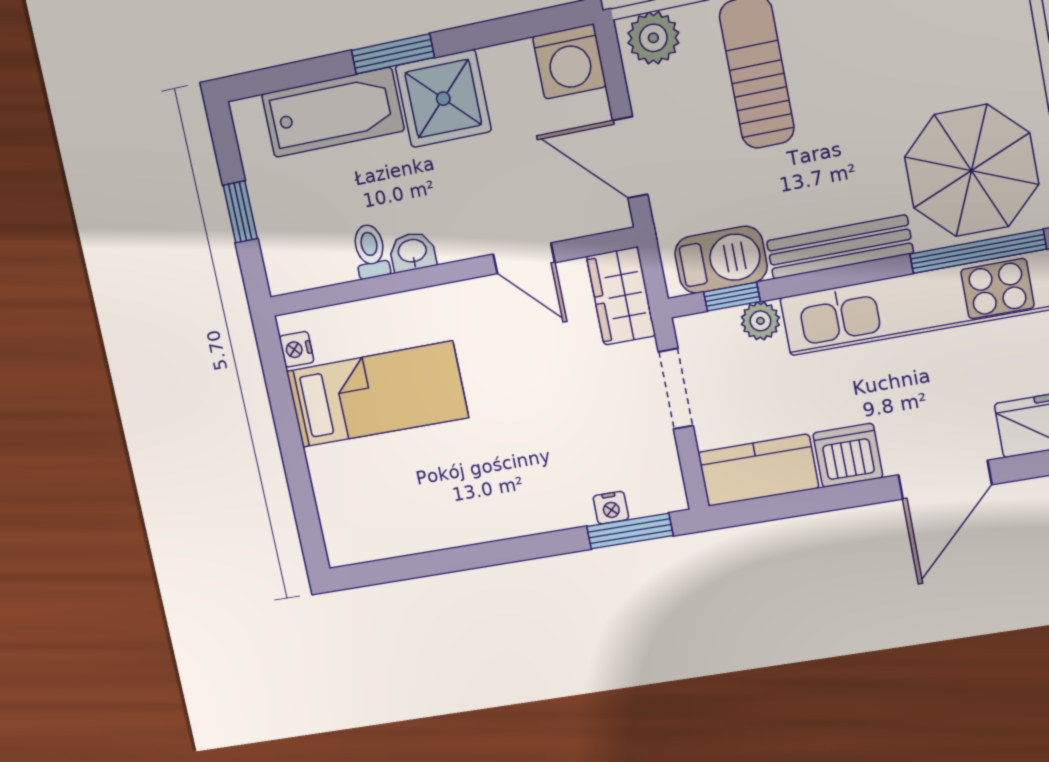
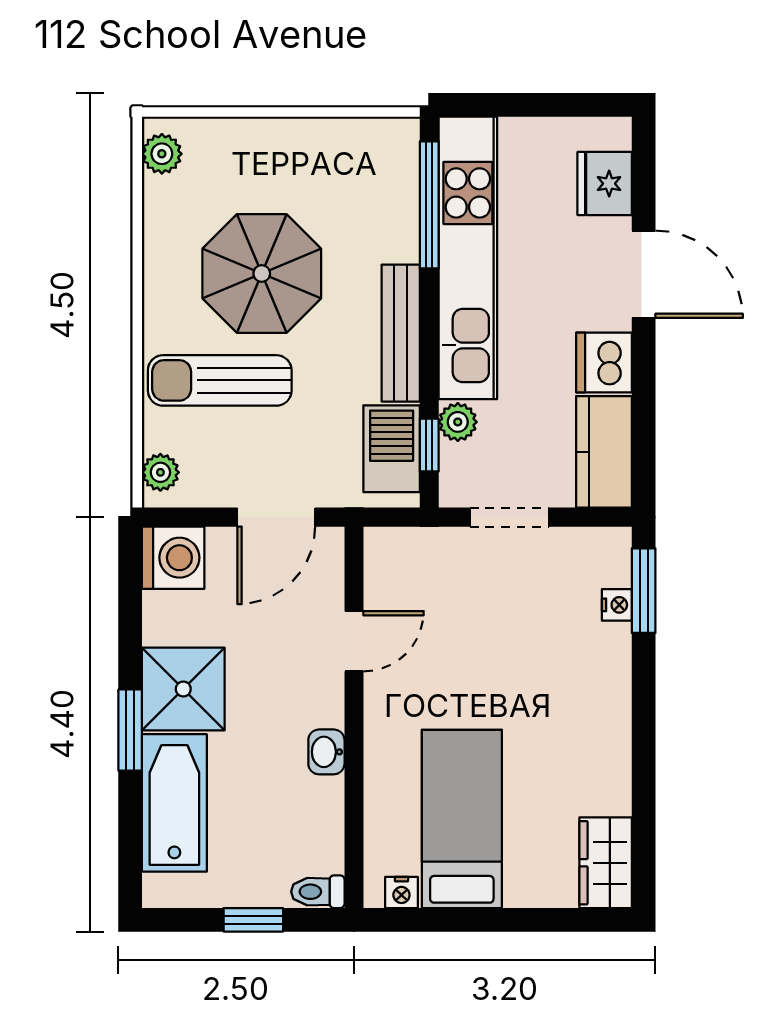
plant: (653, 38) -> (160, 472), width x0.73, depth x0.73
parasol: (971, 171) -> (262, 274), moved
toilet: (370, 251) -> (318, 892), moved
wardrobe: (621, 296) -> (606, 863), moved, turned 90

